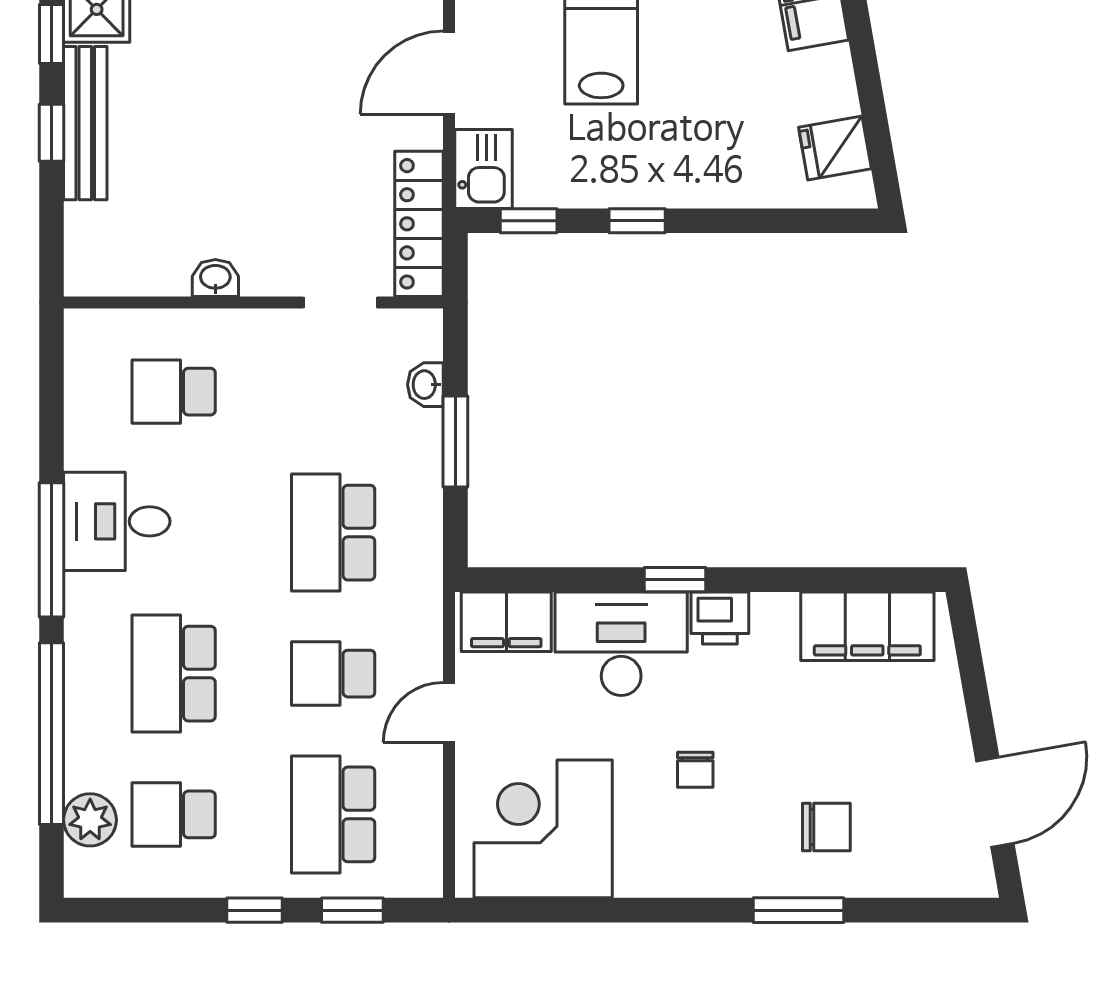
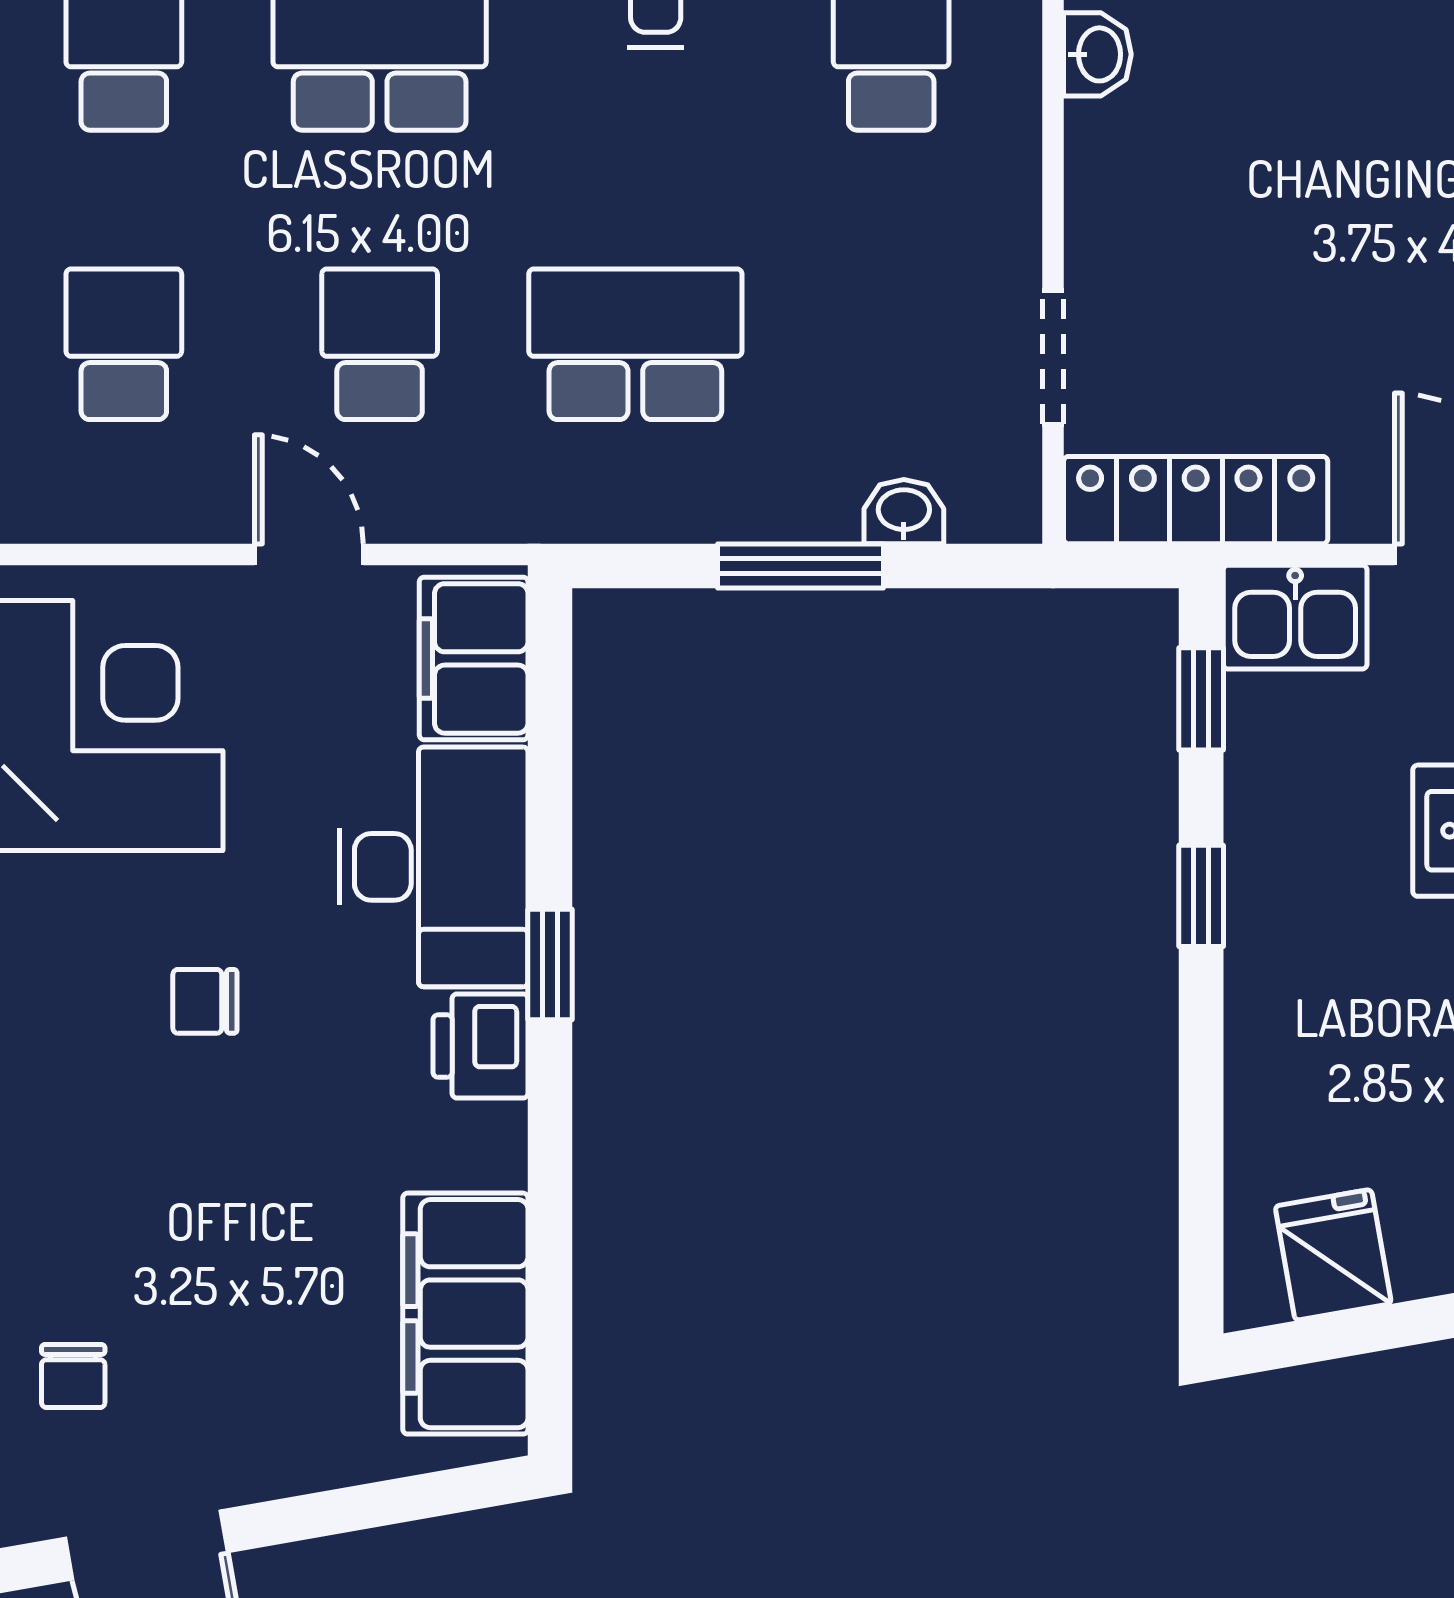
washbasin: (215, 278) -> (1097, 54), moved
school desk: (333, 814) -> (124, 344), width x0.54
chair: (826, 827) -> (73, 1376), moved, width x0.73, depth x0.73

